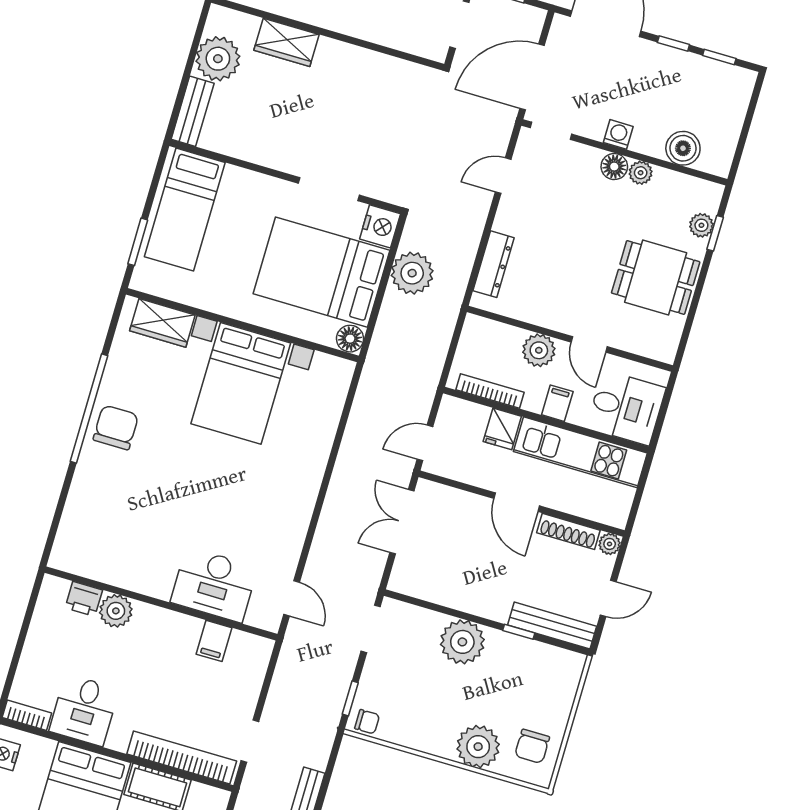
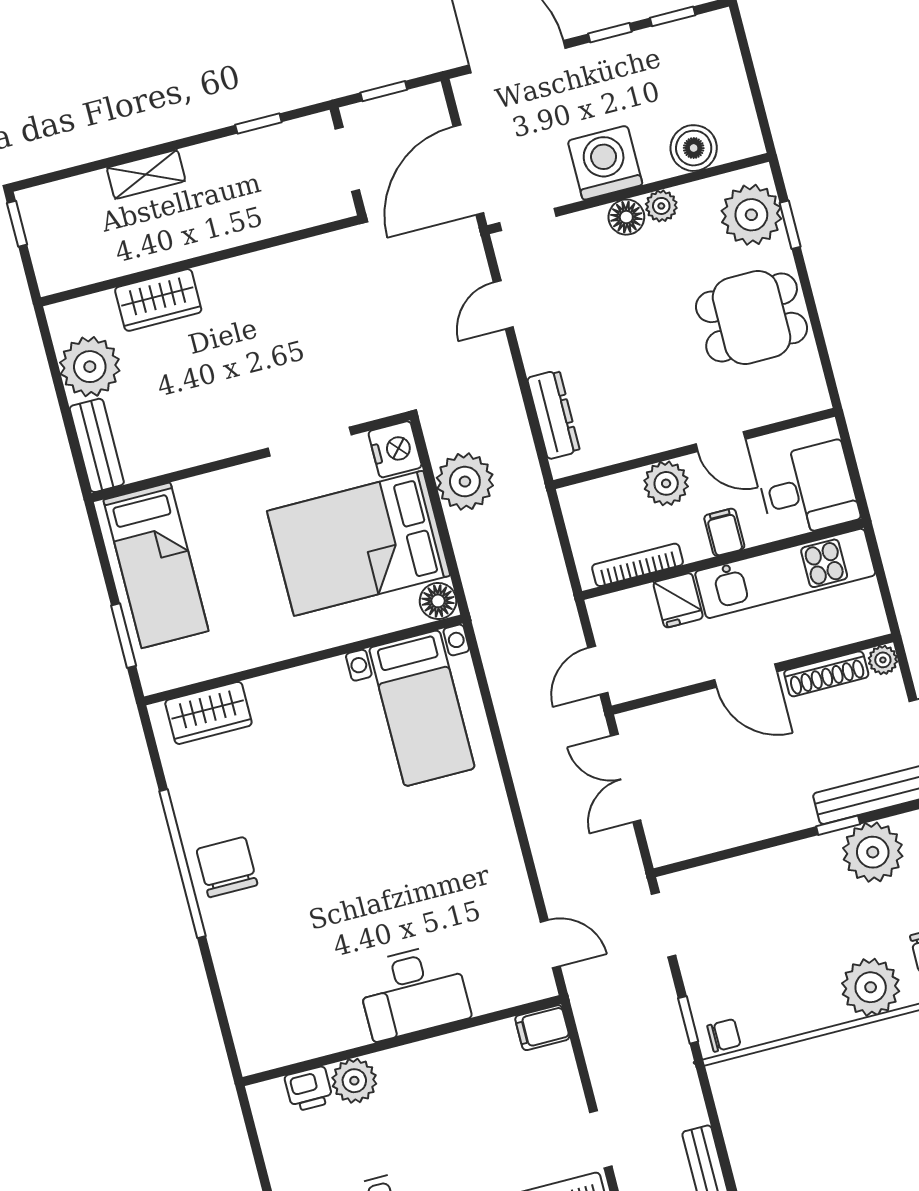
washing machine: (618, 134) -> (605, 163), width x1.89, depth x1.89
plant: (701, 225) -> (751, 215), width x1.88, depth x1.88
bed with nightstands: (241, 383) -> (422, 708), moved, width x0.73
desk: (214, 585) -> (413, 992), moved
filing cabinet: (214, 641) -> (542, 1028), moved, turned 90
plant: (462, 642) -> (873, 852), moved

